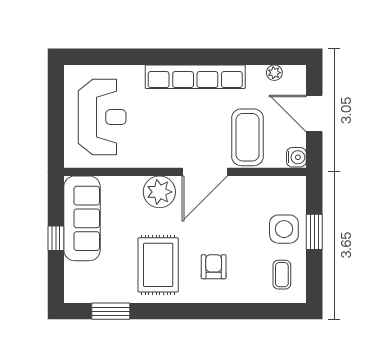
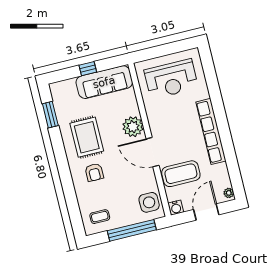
plant: (274, 73) -> (229, 193), moved
side table: (284, 229) -> (149, 202), moved
window: (314, 232) -> (132, 230), width x2.11
rug: (158, 265) -> (87, 137), turned 90
armchair: (214, 267) -> (94, 172), turned 90

